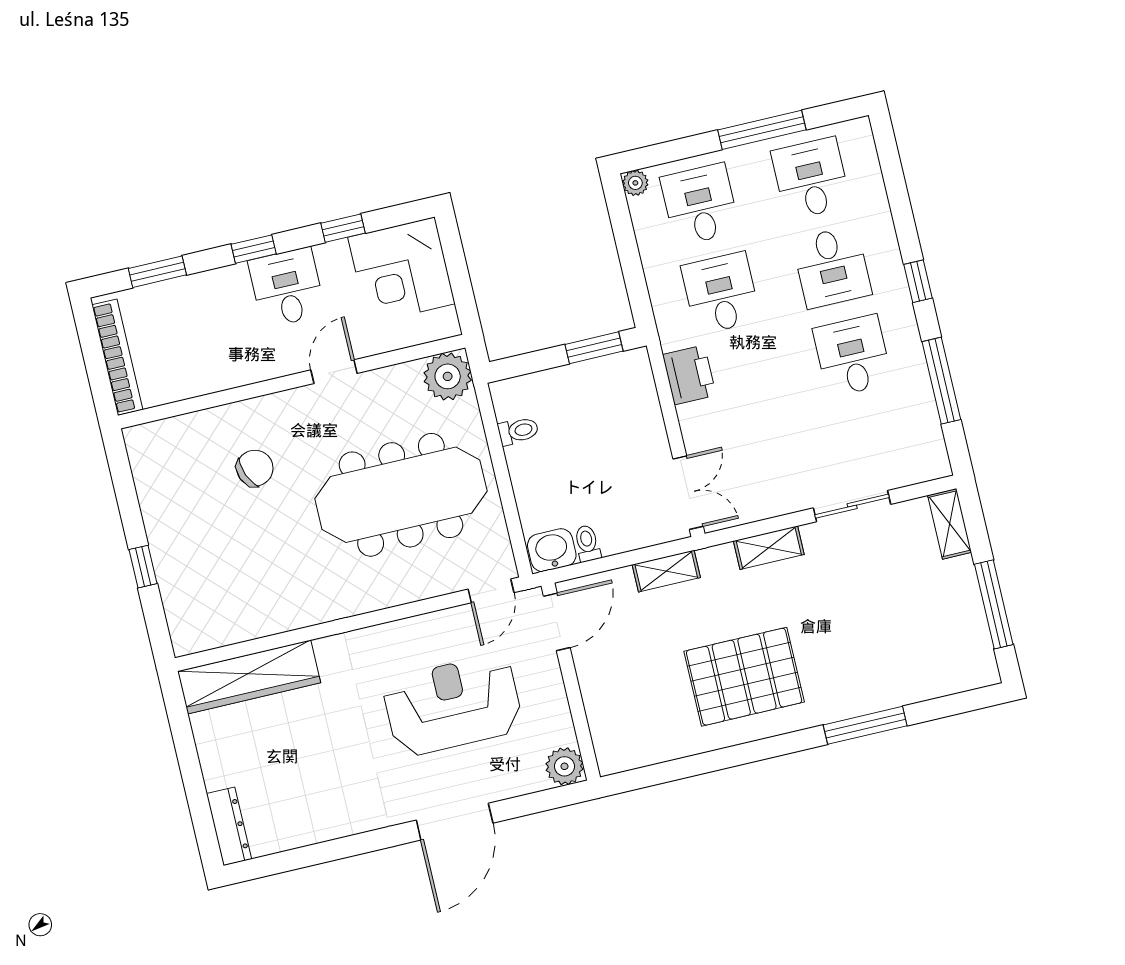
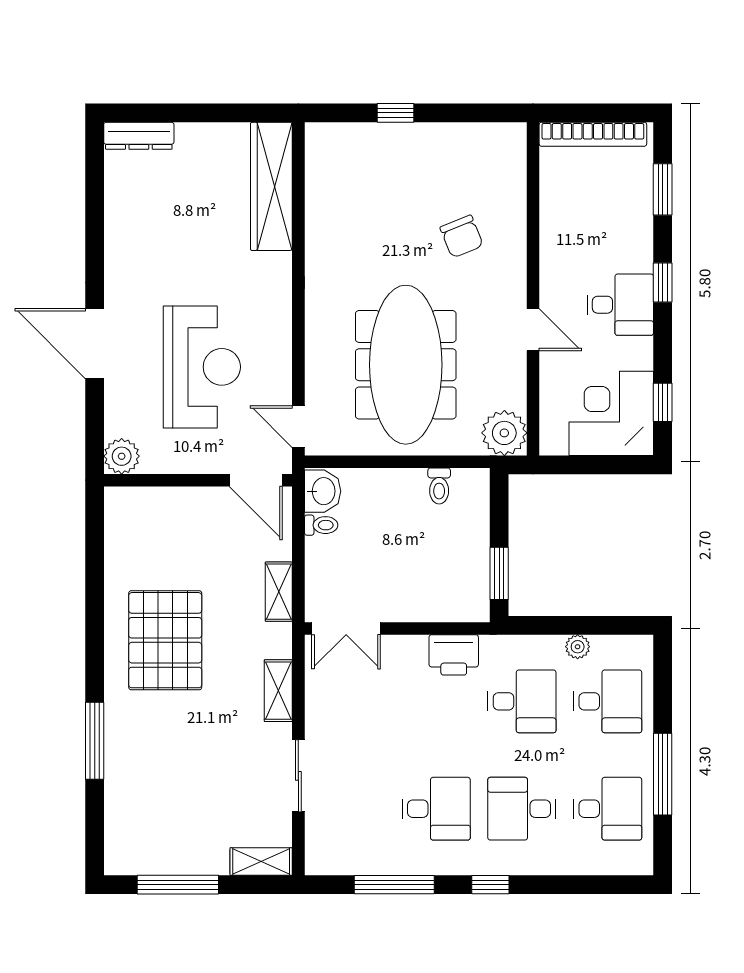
plant: (635, 183) -> (578, 647), moved
window: (343, 228) -> (663, 402), moved

